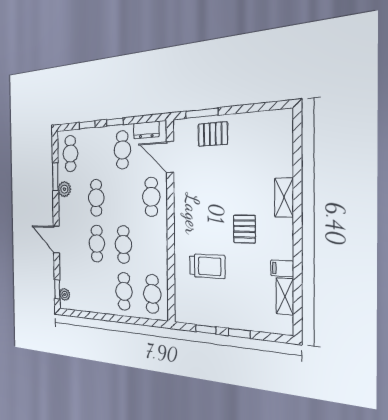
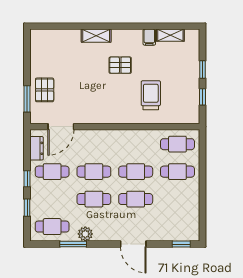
cafe table: (151, 197) -> (94, 172), moved
door: (56, 240) -> (133, 244), hinge flipped
plant: (65, 294) -> (185, 235), removed

